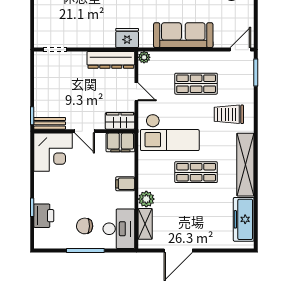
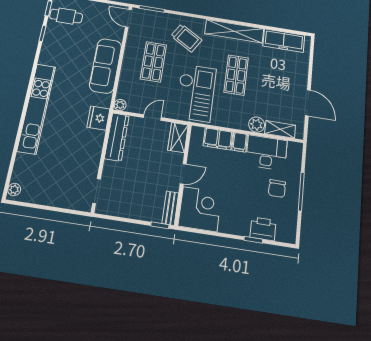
trolley: (229, 114) -> (186, 38), turned -59
filing cabinet: (120, 142) -> (218, 139), moved, turned 90
desk: (119, 229) -> (266, 153), moved

